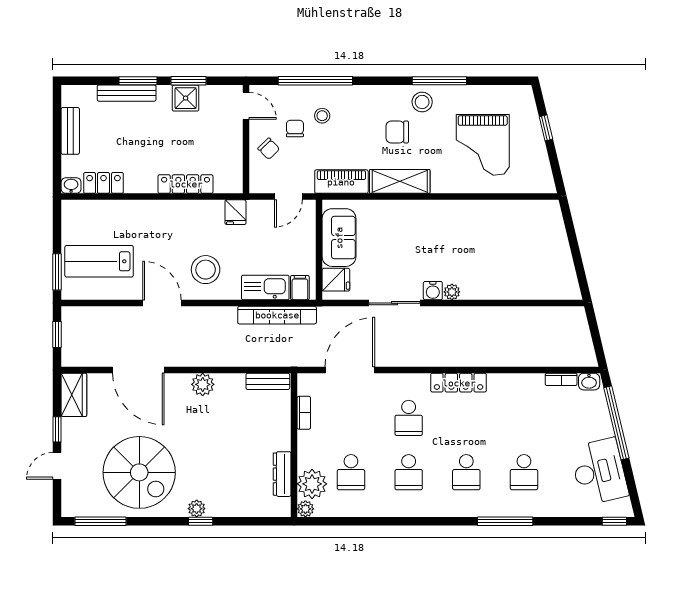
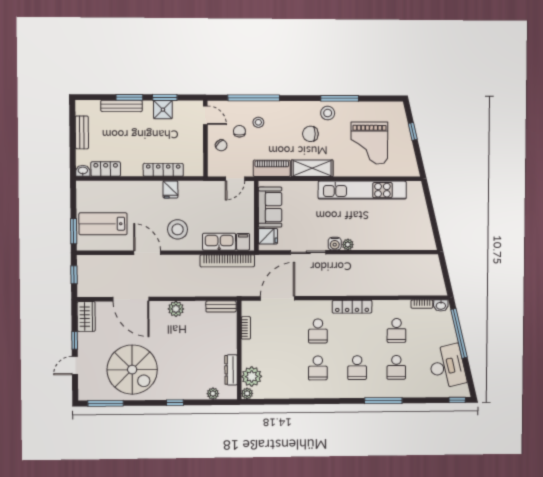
fridge: (235, 212) -> (170, 190), moved
kitchen unit: (473, 213) -> (362, 190), added
school desk: (351, 472) -> (397, 330), moved
plant: (197, 509) -> (213, 394), moved

